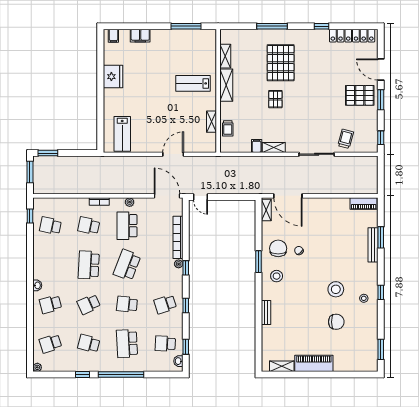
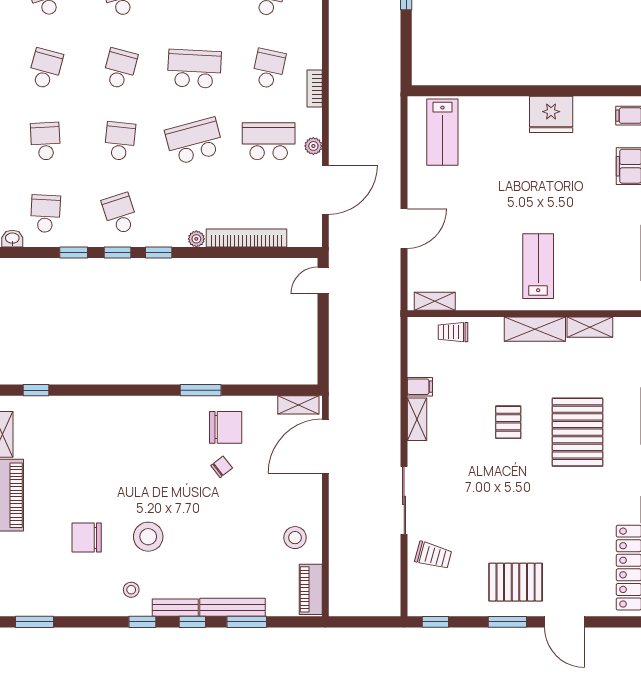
pallet: (281, 63) -> (577, 432), turned 90
door: (381, 69) -> (565, 622), swing flipped
pallet: (360, 95) -> (516, 582), turned 90
pallet: (275, 99) -> (508, 422), turned 90
shelving: (211, 122) -> (435, 301), moved
lab bench: (122, 134) -> (442, 132), turned -90
door: (173, 154) -> (404, 229), hinge flipped
door: (167, 196) -> (325, 190), moved
school desk: (127, 265) -> (194, 141), turned -36
window: (381, 266) -> (192, 622), added
window: (186, 268) -> (159, 252), moved
stool: (277, 276) -> (295, 538), moved
school desk: (89, 304) -> (120, 69), turned 39
bench: (266, 312) -> (175, 608), moved
chair: (336, 322) -> (87, 538), turned 90
school desk: (127, 344) -> (45, 141), width x0.54
window: (186, 347) -> (74, 252), moved
window: (258, 348) -> (36, 390), added

